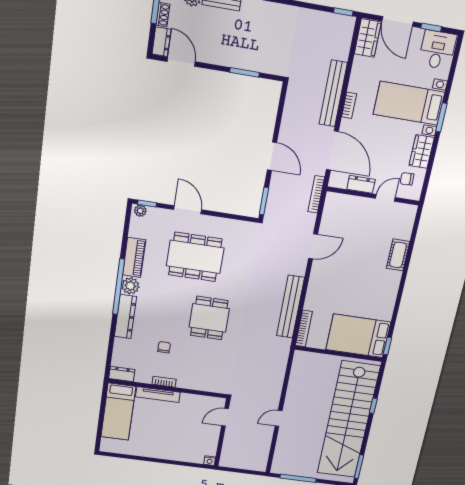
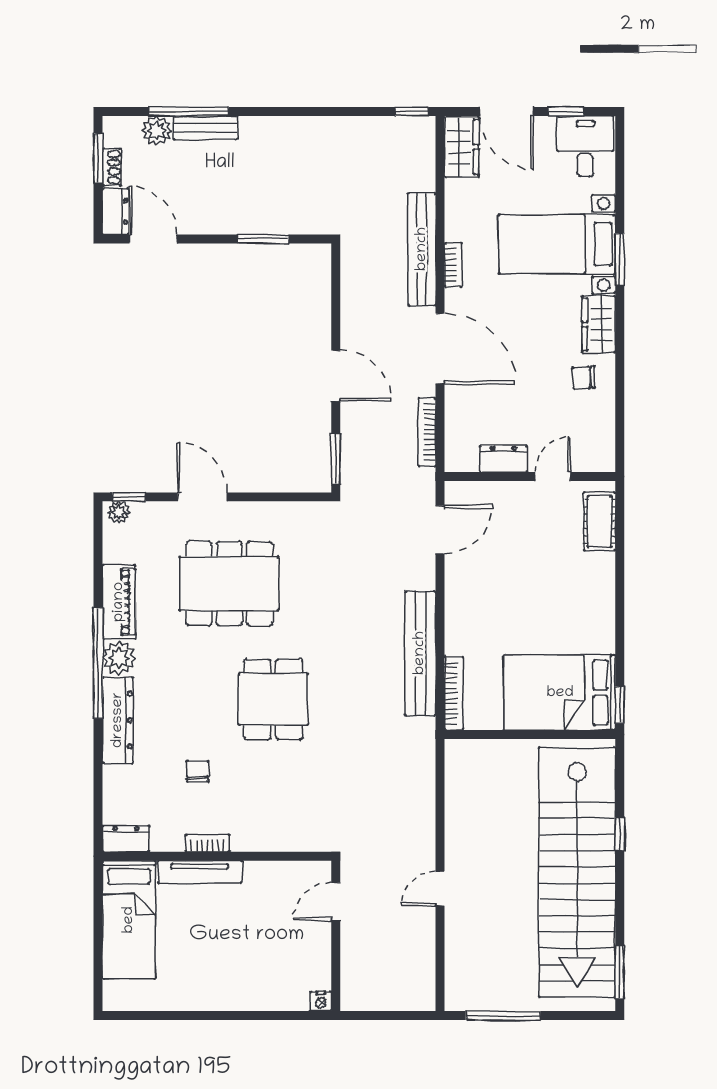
dresser: (361, 184) -> (504, 459), moved
wall: (373, 196) -> (530, 477), moved
door: (385, 198) -> (553, 477), moved

